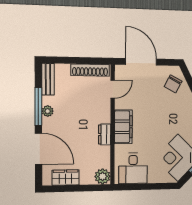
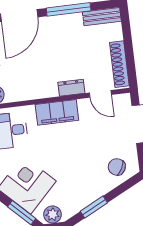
plant: (48, 111) -> (65, 21), removed
dresser: (105, 134) -> (71, 88), moved

